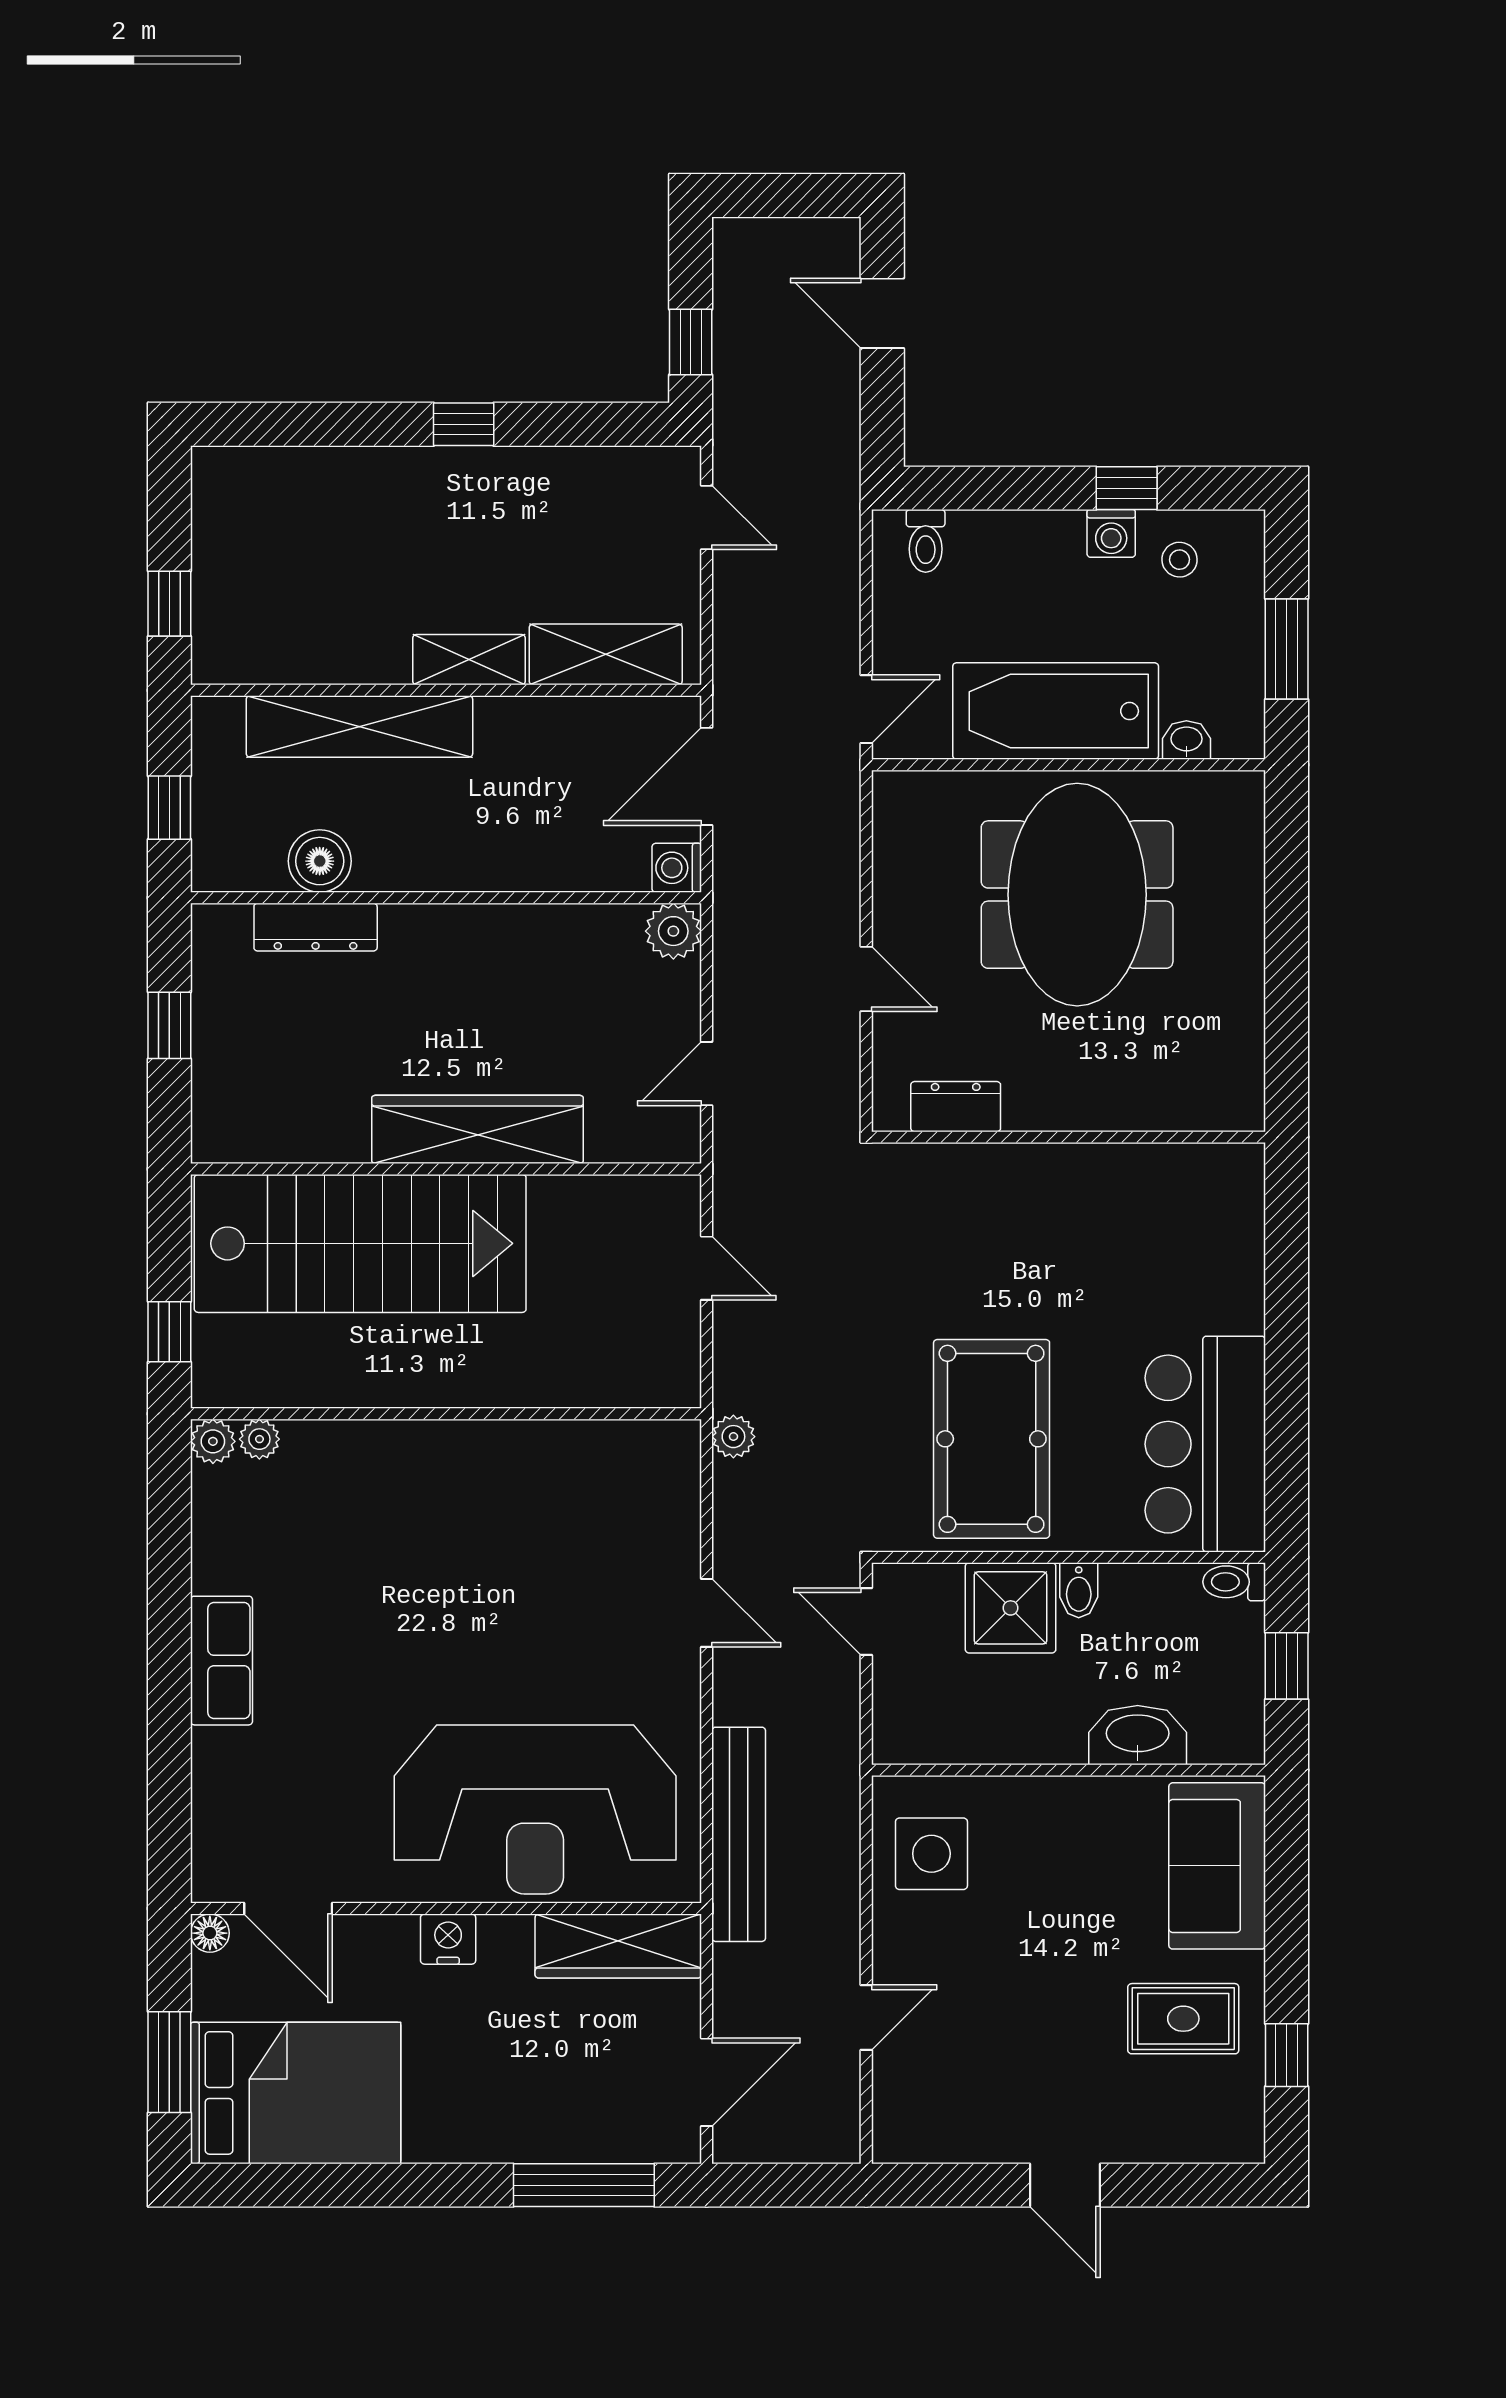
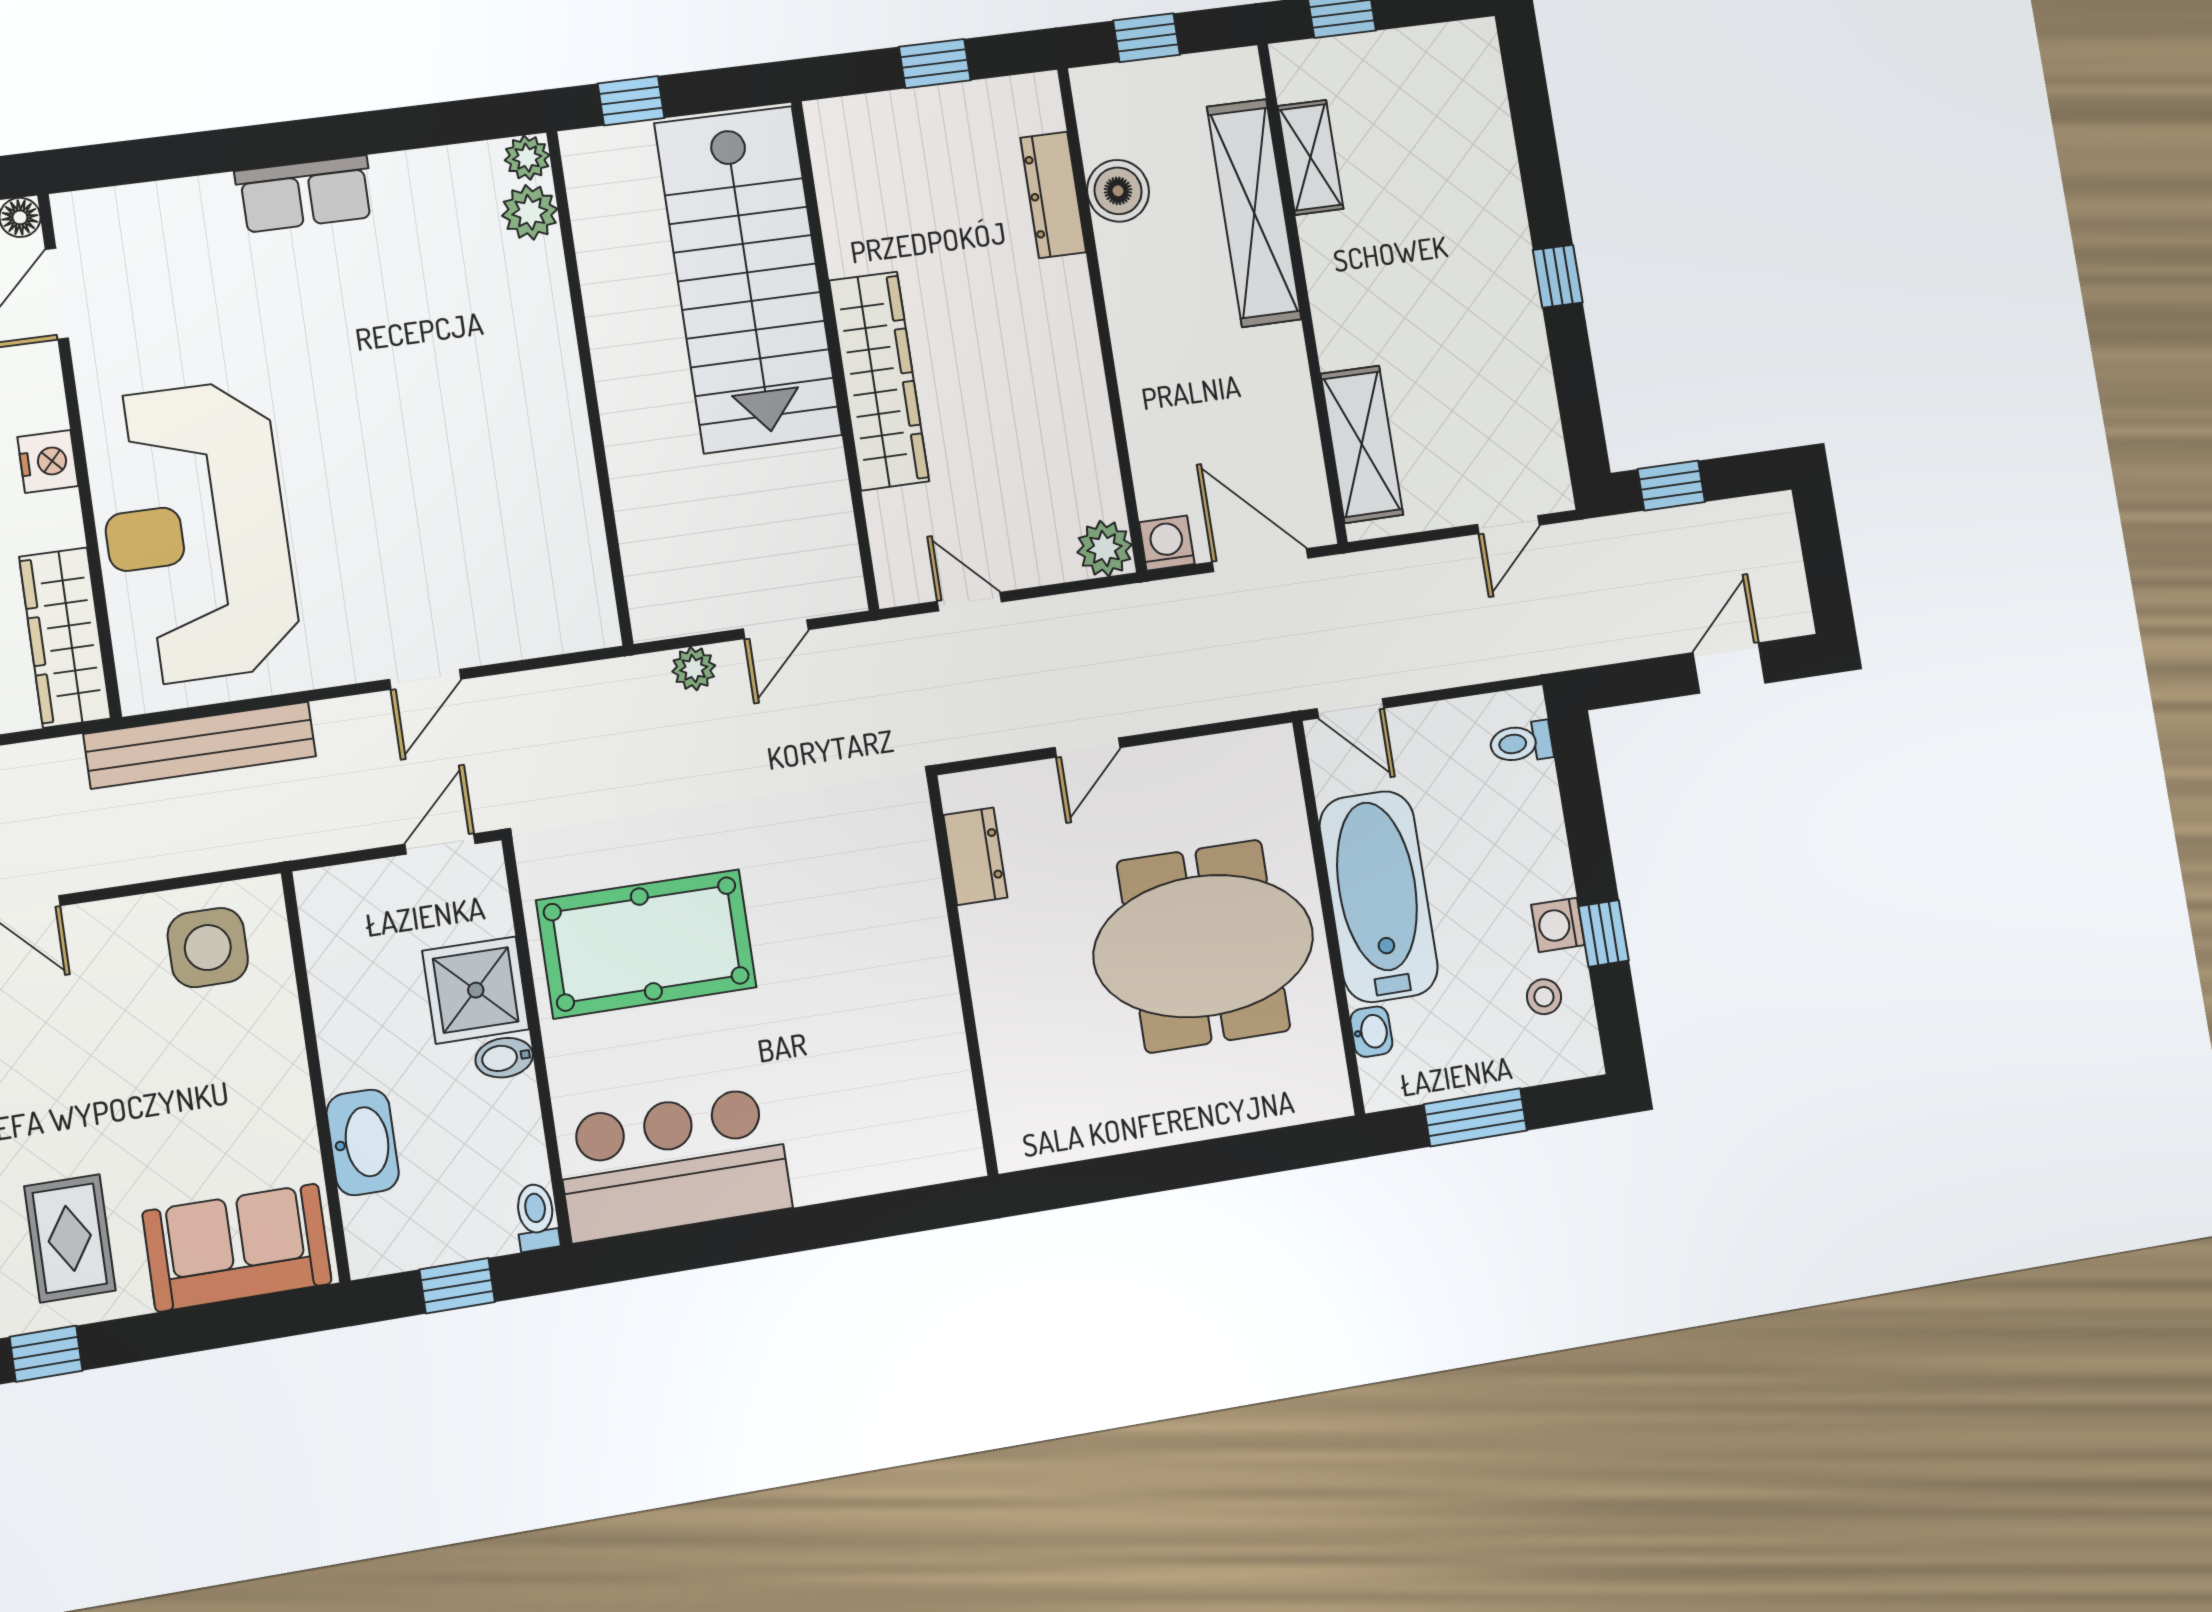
shelving: (469, 660) -> (1311, 157), moved
plant: (733, 1437) -> (694, 669), moved
plant: (259, 1439) -> (530, 212), width x1.38, depth x1.38

